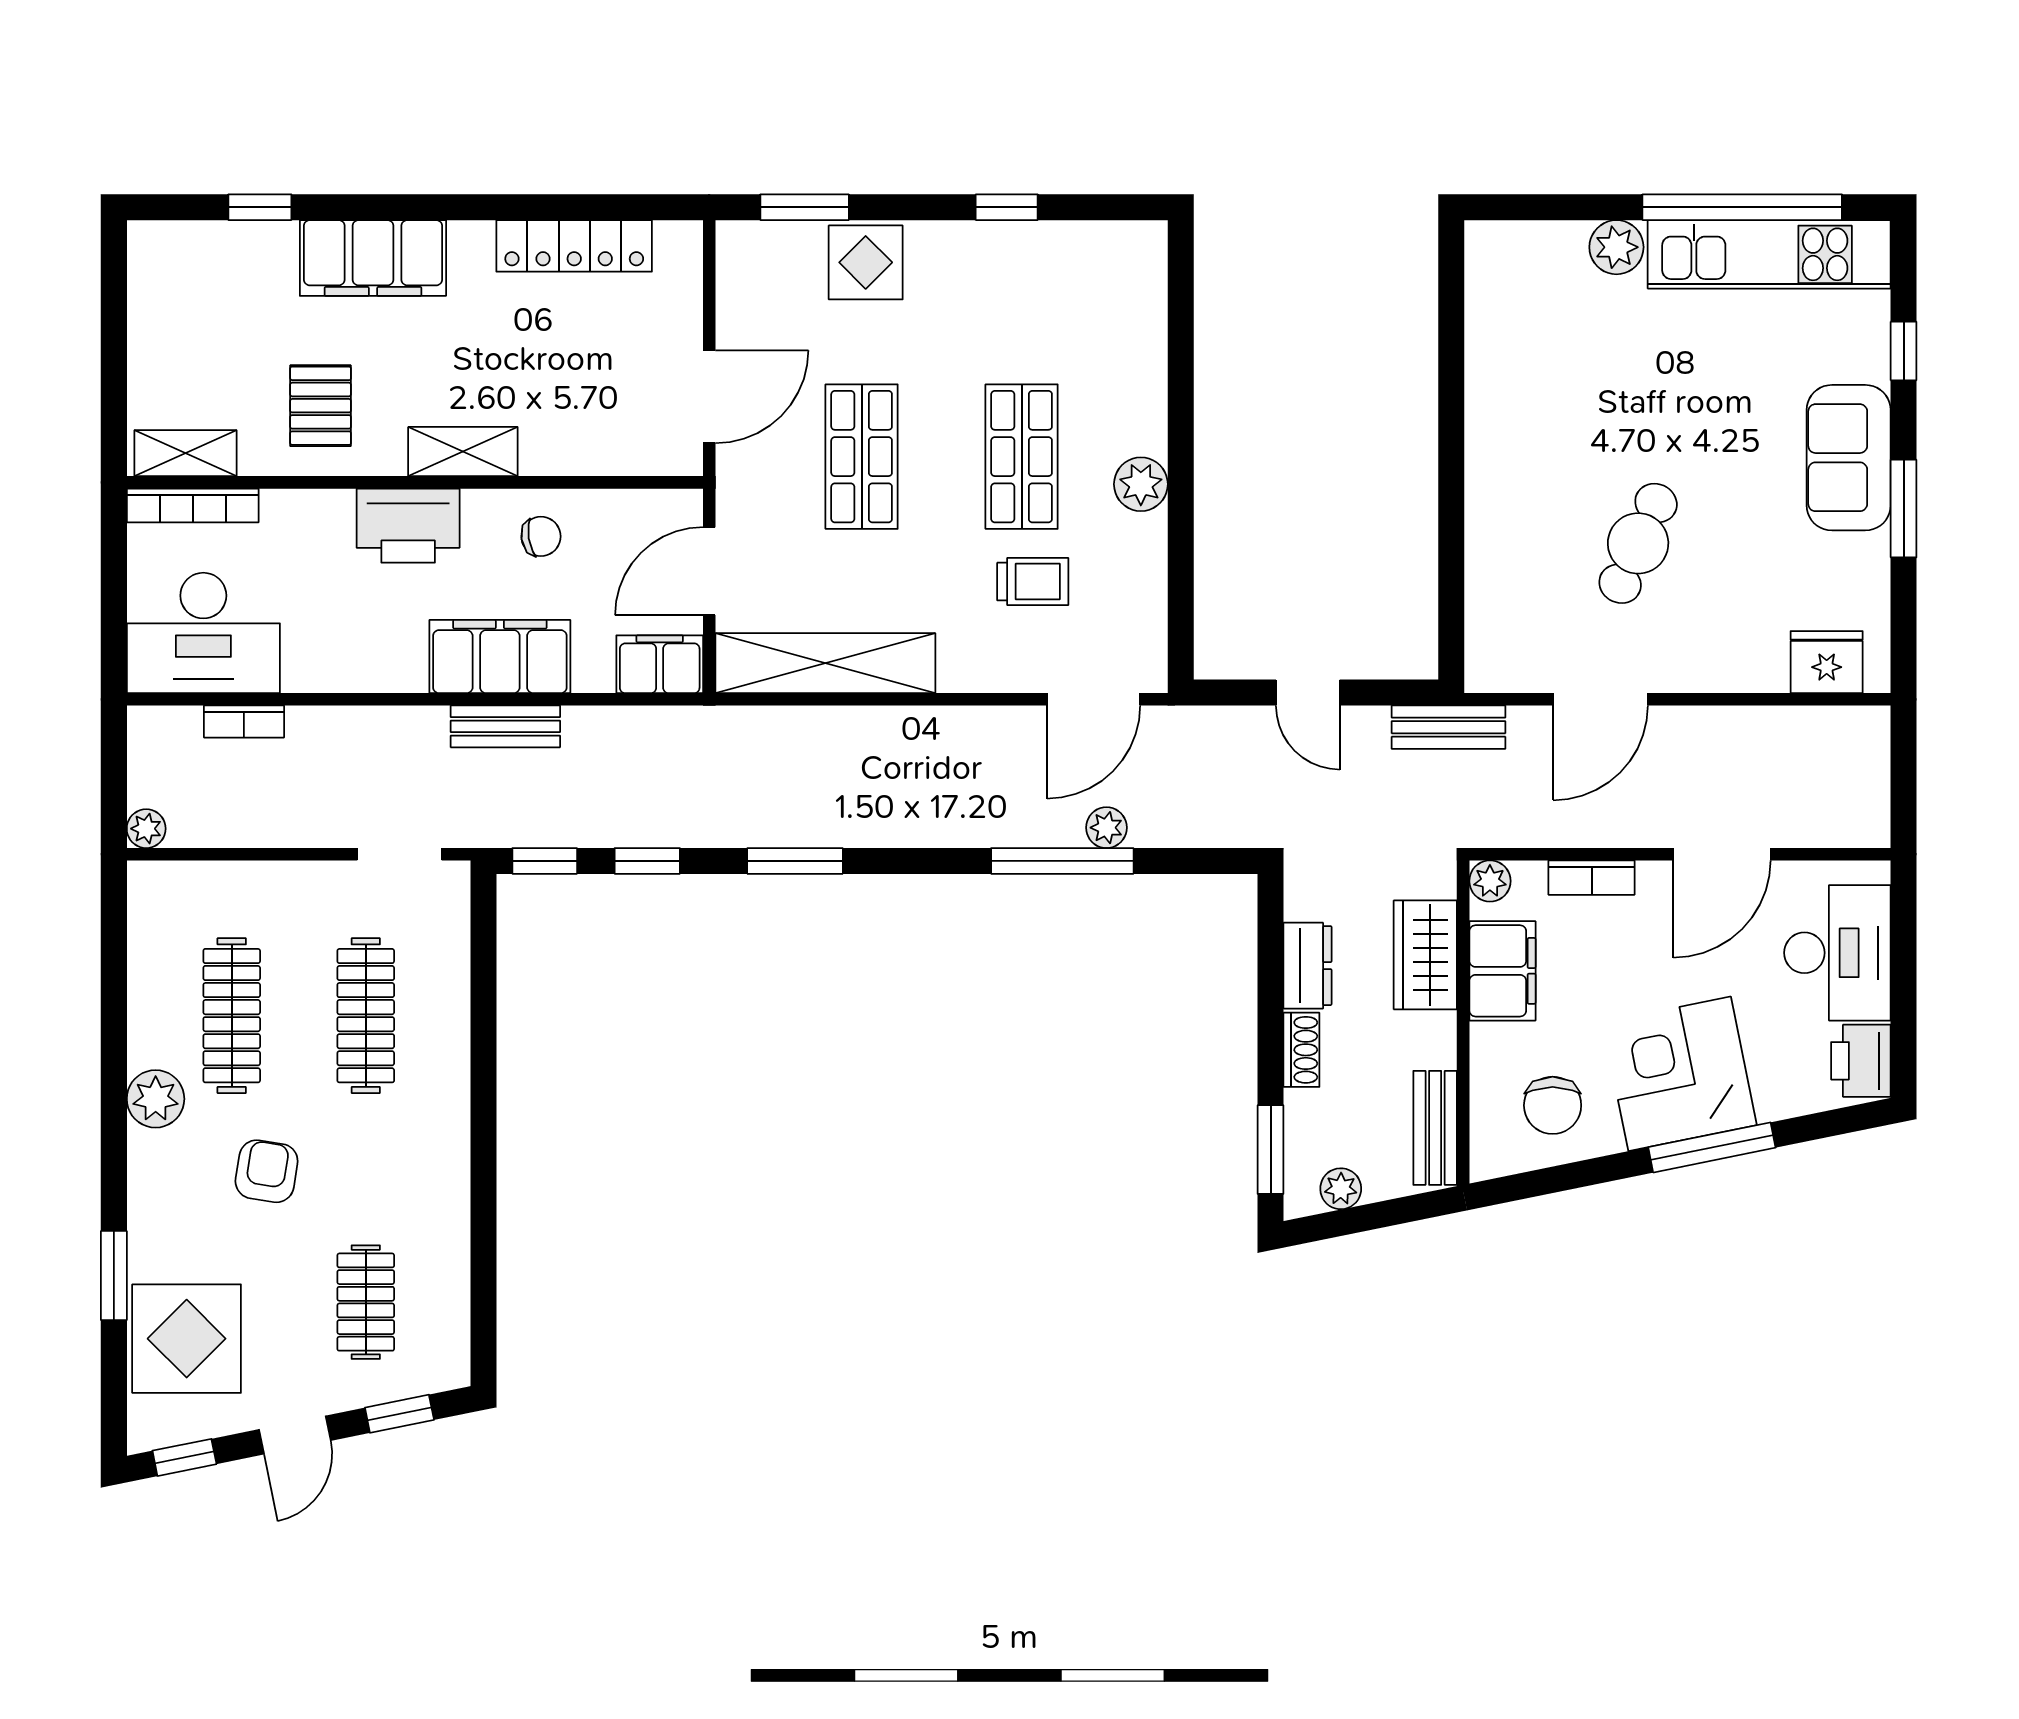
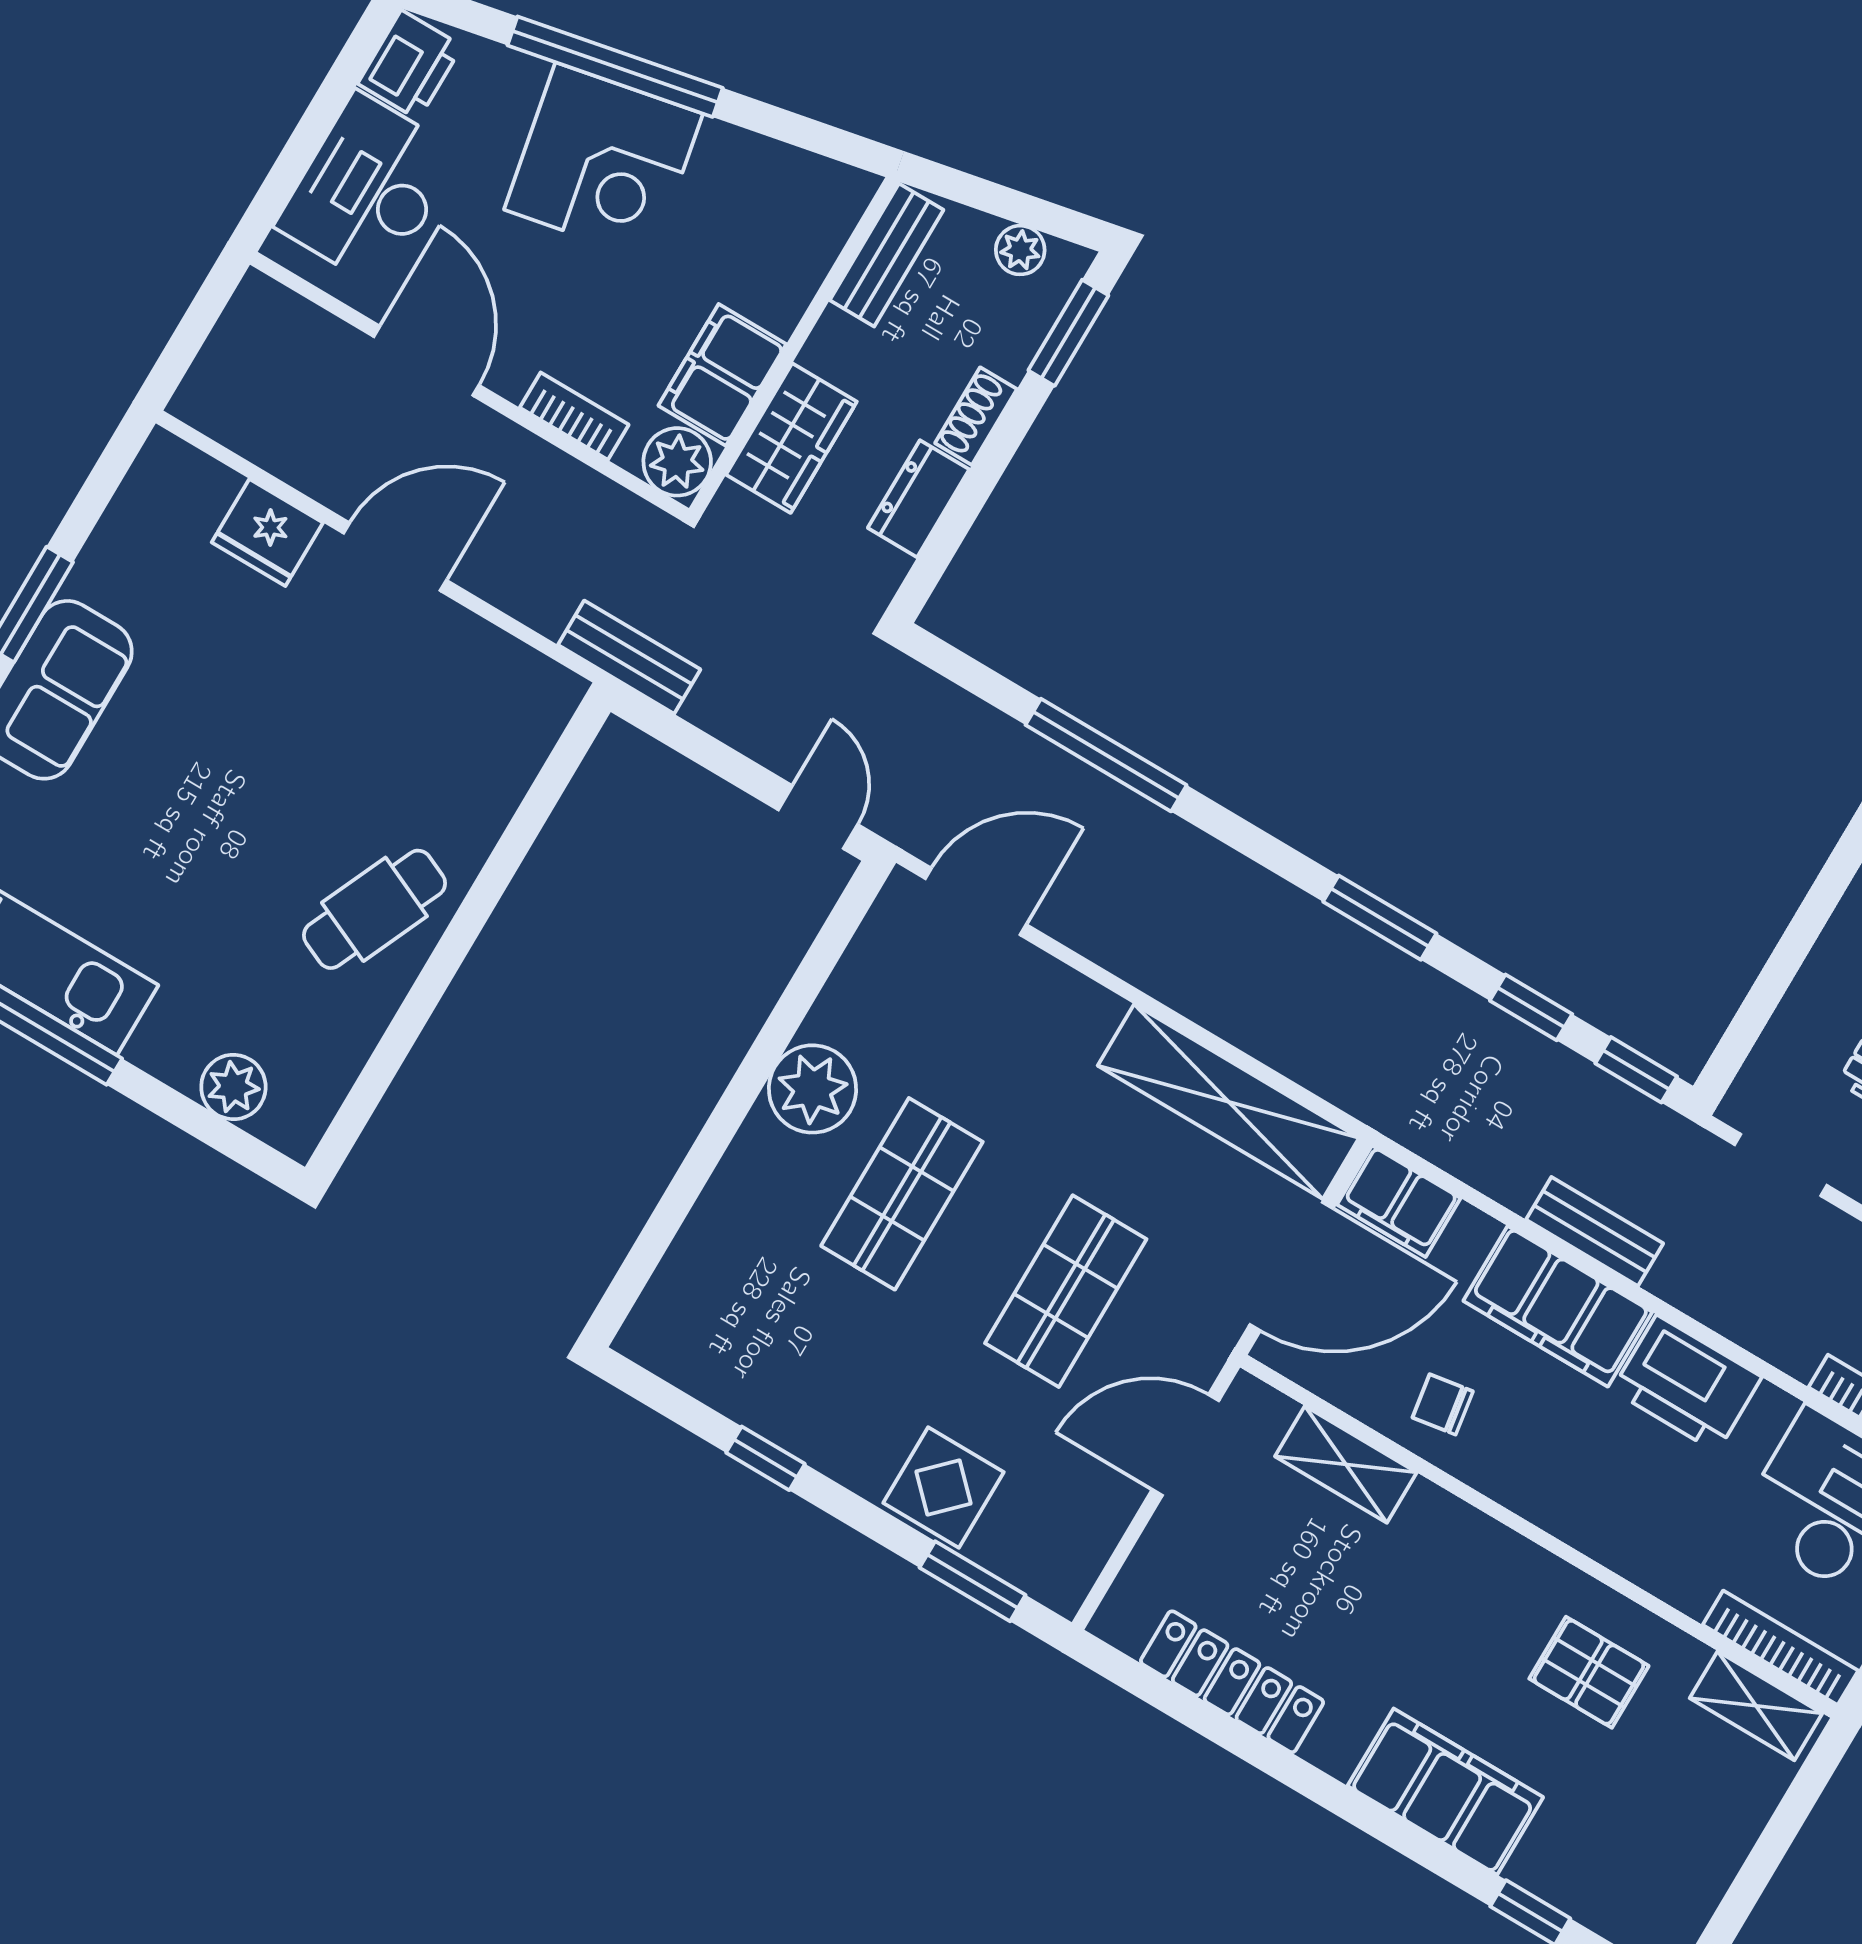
plant: (1616, 247) -> (233, 1087), moved
pallet: (321, 406) -> (1589, 1672), turned 90
shelving: (463, 452) -> (1346, 1464), moved
plant: (1141, 484) -> (813, 1089), width x1.36, depth x1.36
printer: (408, 526) -> (1687, 1384), moved, turned 180
cafe table: (1638, 543) -> (374, 909), moved
door: (709, 571) -> (1291, 1267), width x1.36
trolley: (1033, 582) -> (966, 1059), removed
fridge: (1827, 662) -> (267, 532), moved
door: (1308, 693) -> (818, 817), moved
door: (1600, 699) -> (395, 557), moved
plant: (1106, 828) -> (1041, 762), removed
door: (1722, 854) -> (426, 361), hinge flipped
plant: (1490, 881) -> (677, 462), width x1.38, depth x1.38
chair: (1553, 1105) -> (753, 207), removed
window: (1712, 1147) -> (615, 67), width x1.46

